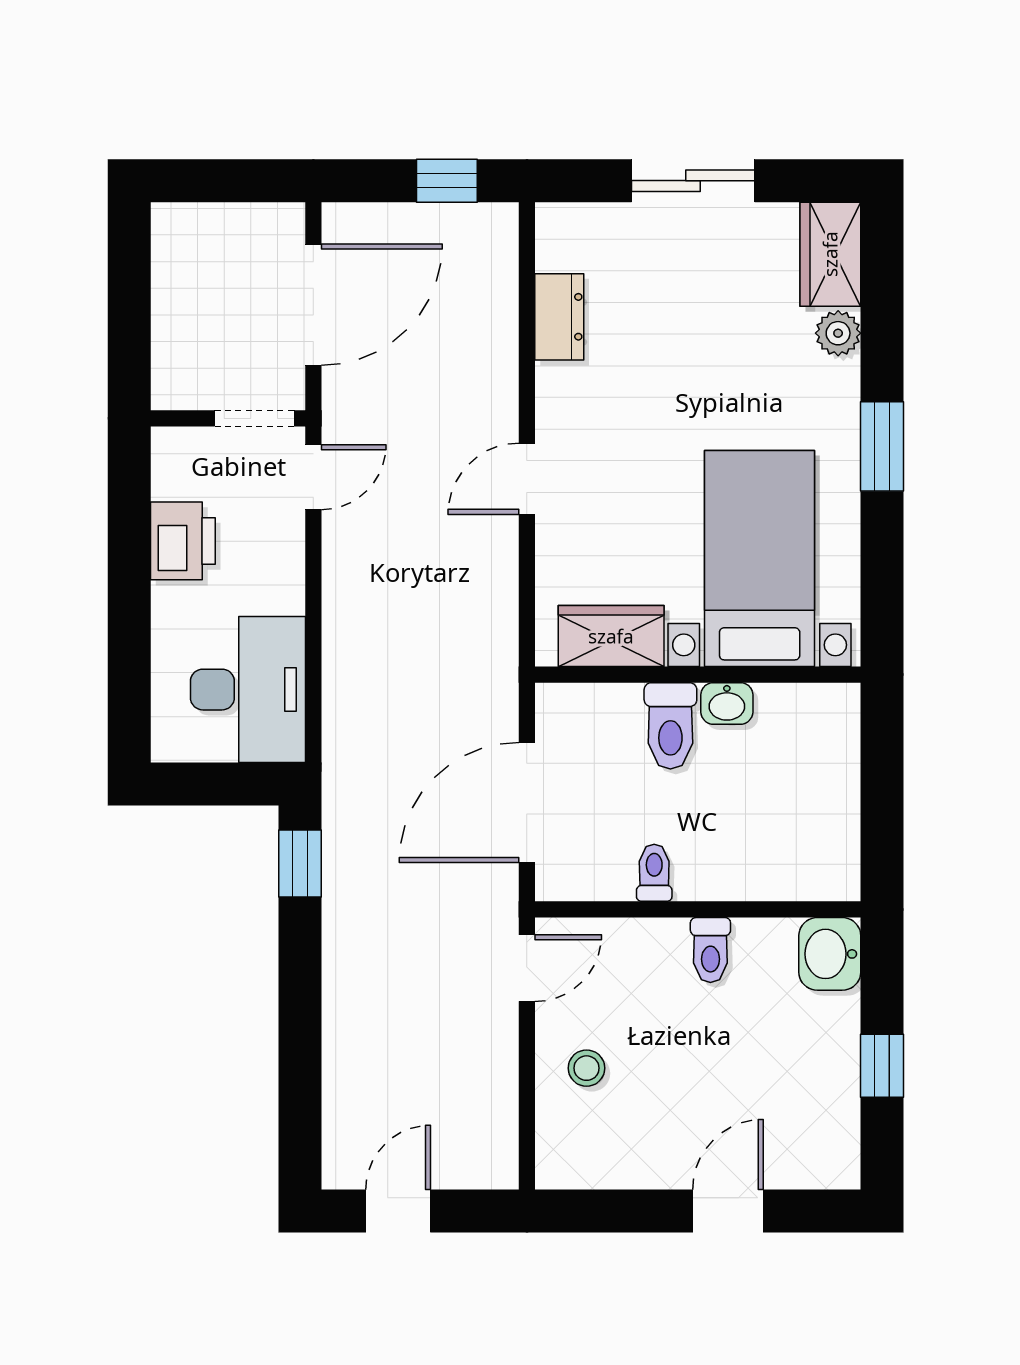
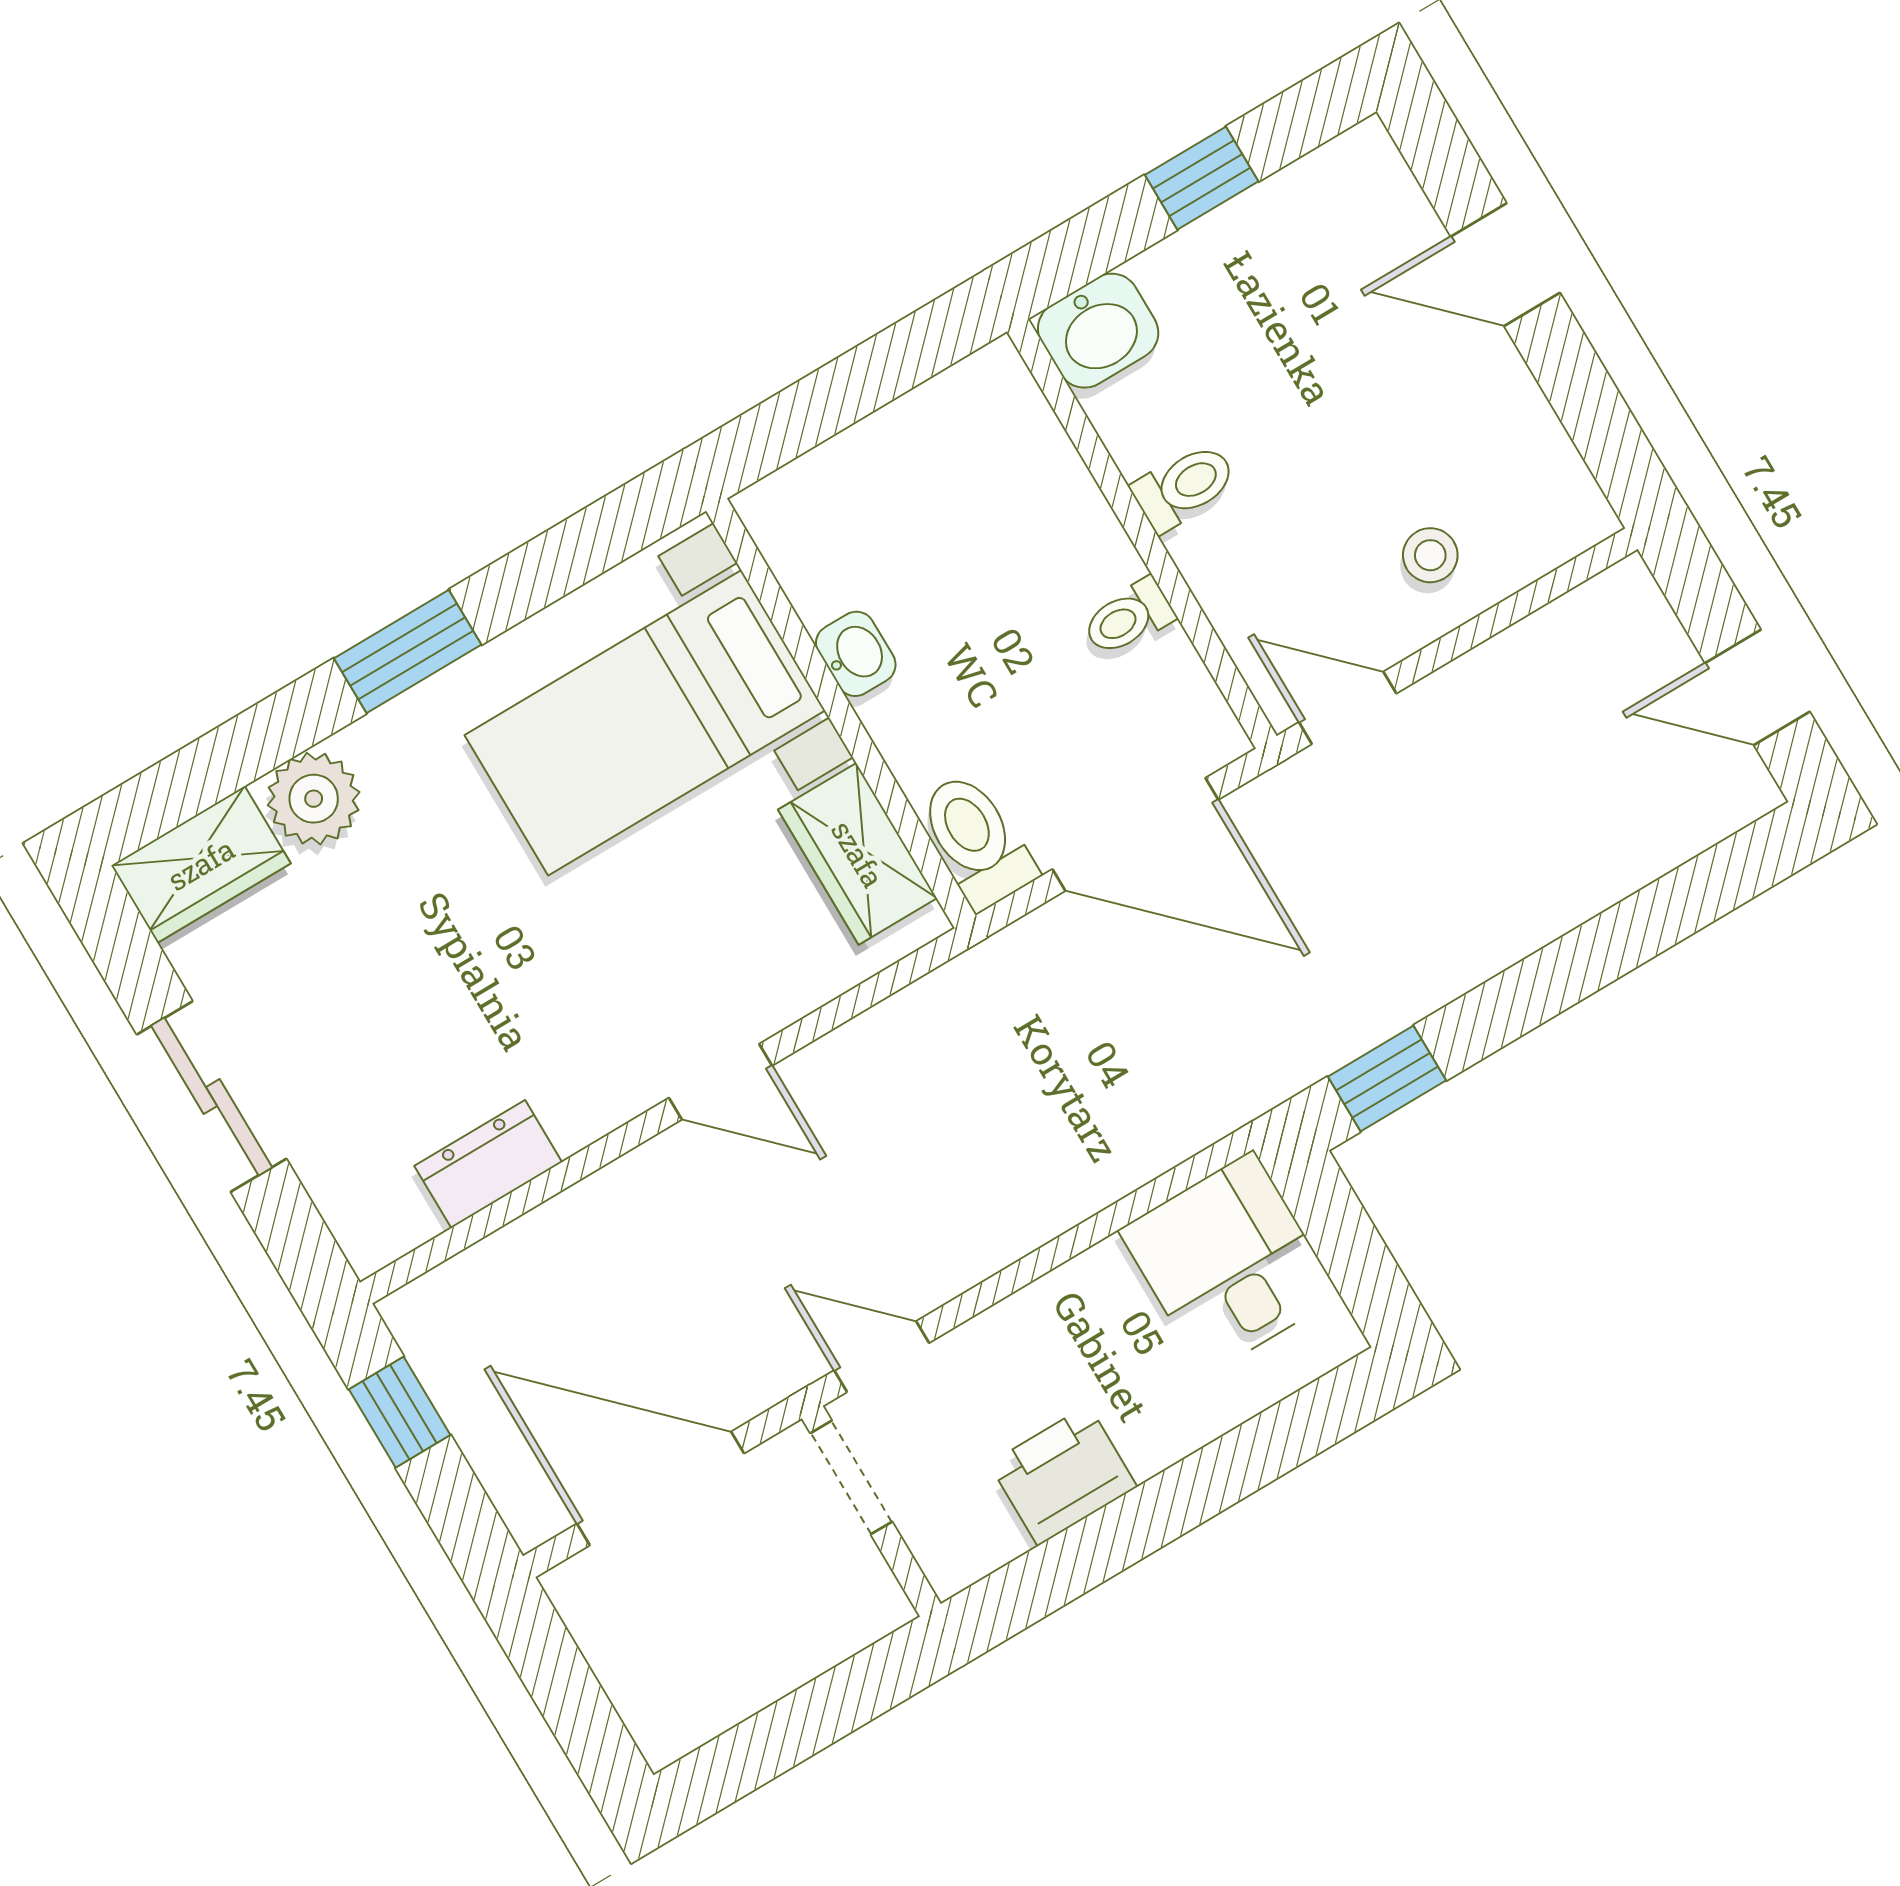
plant: (838, 333) -> (314, 799), width x1.38, depth x1.38
desk: (248, 690) -> (1229, 1263), width x0.73
toilet: (670, 726) -> (976, 840), moved, turned -90

